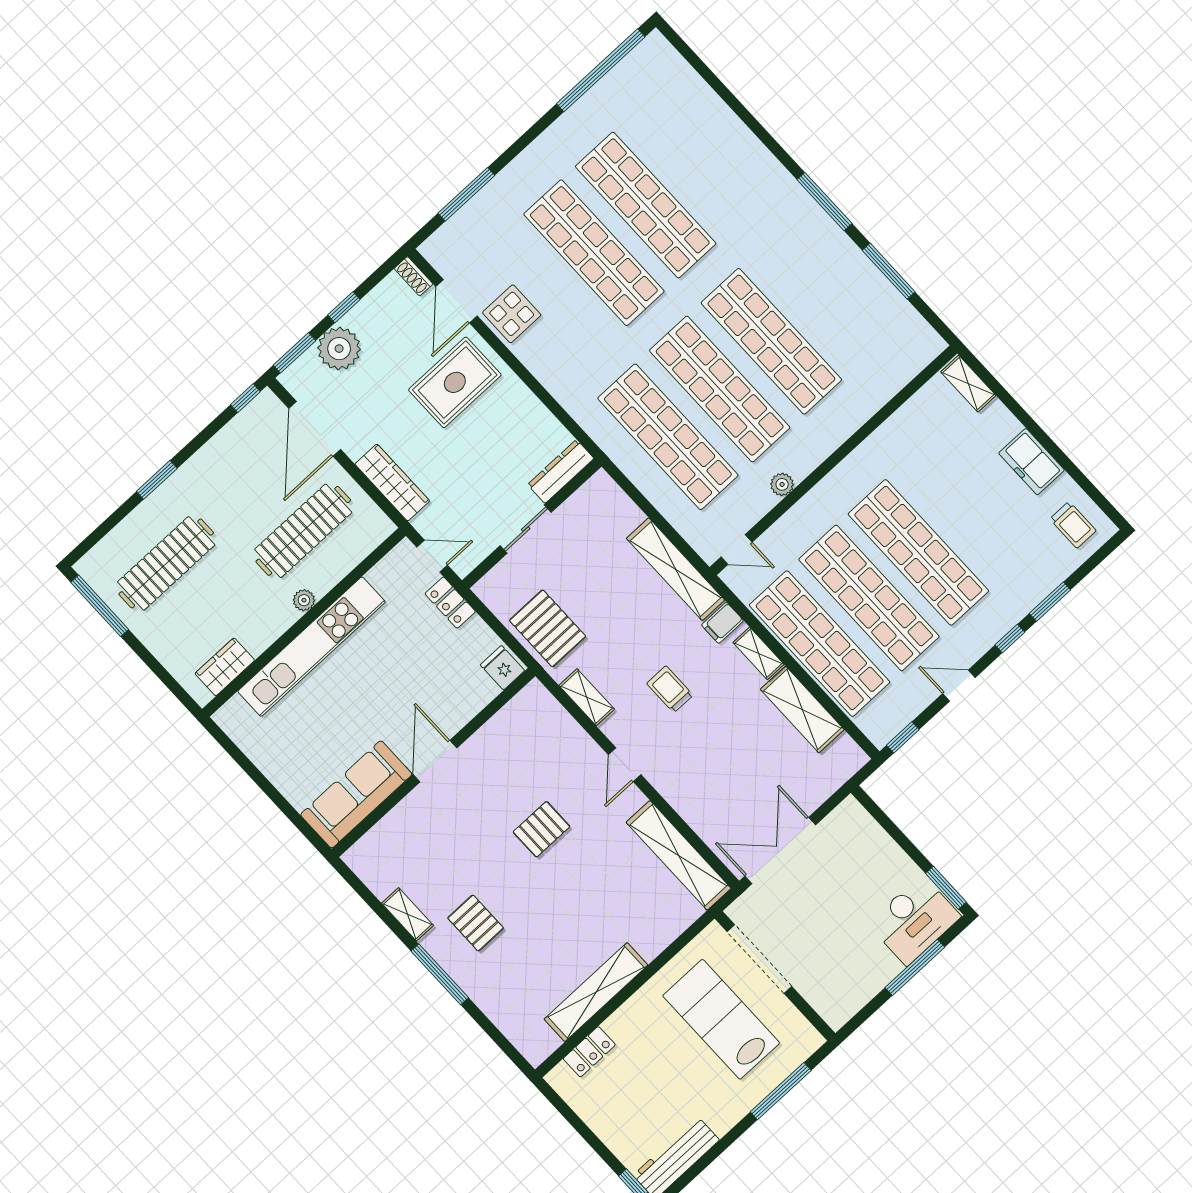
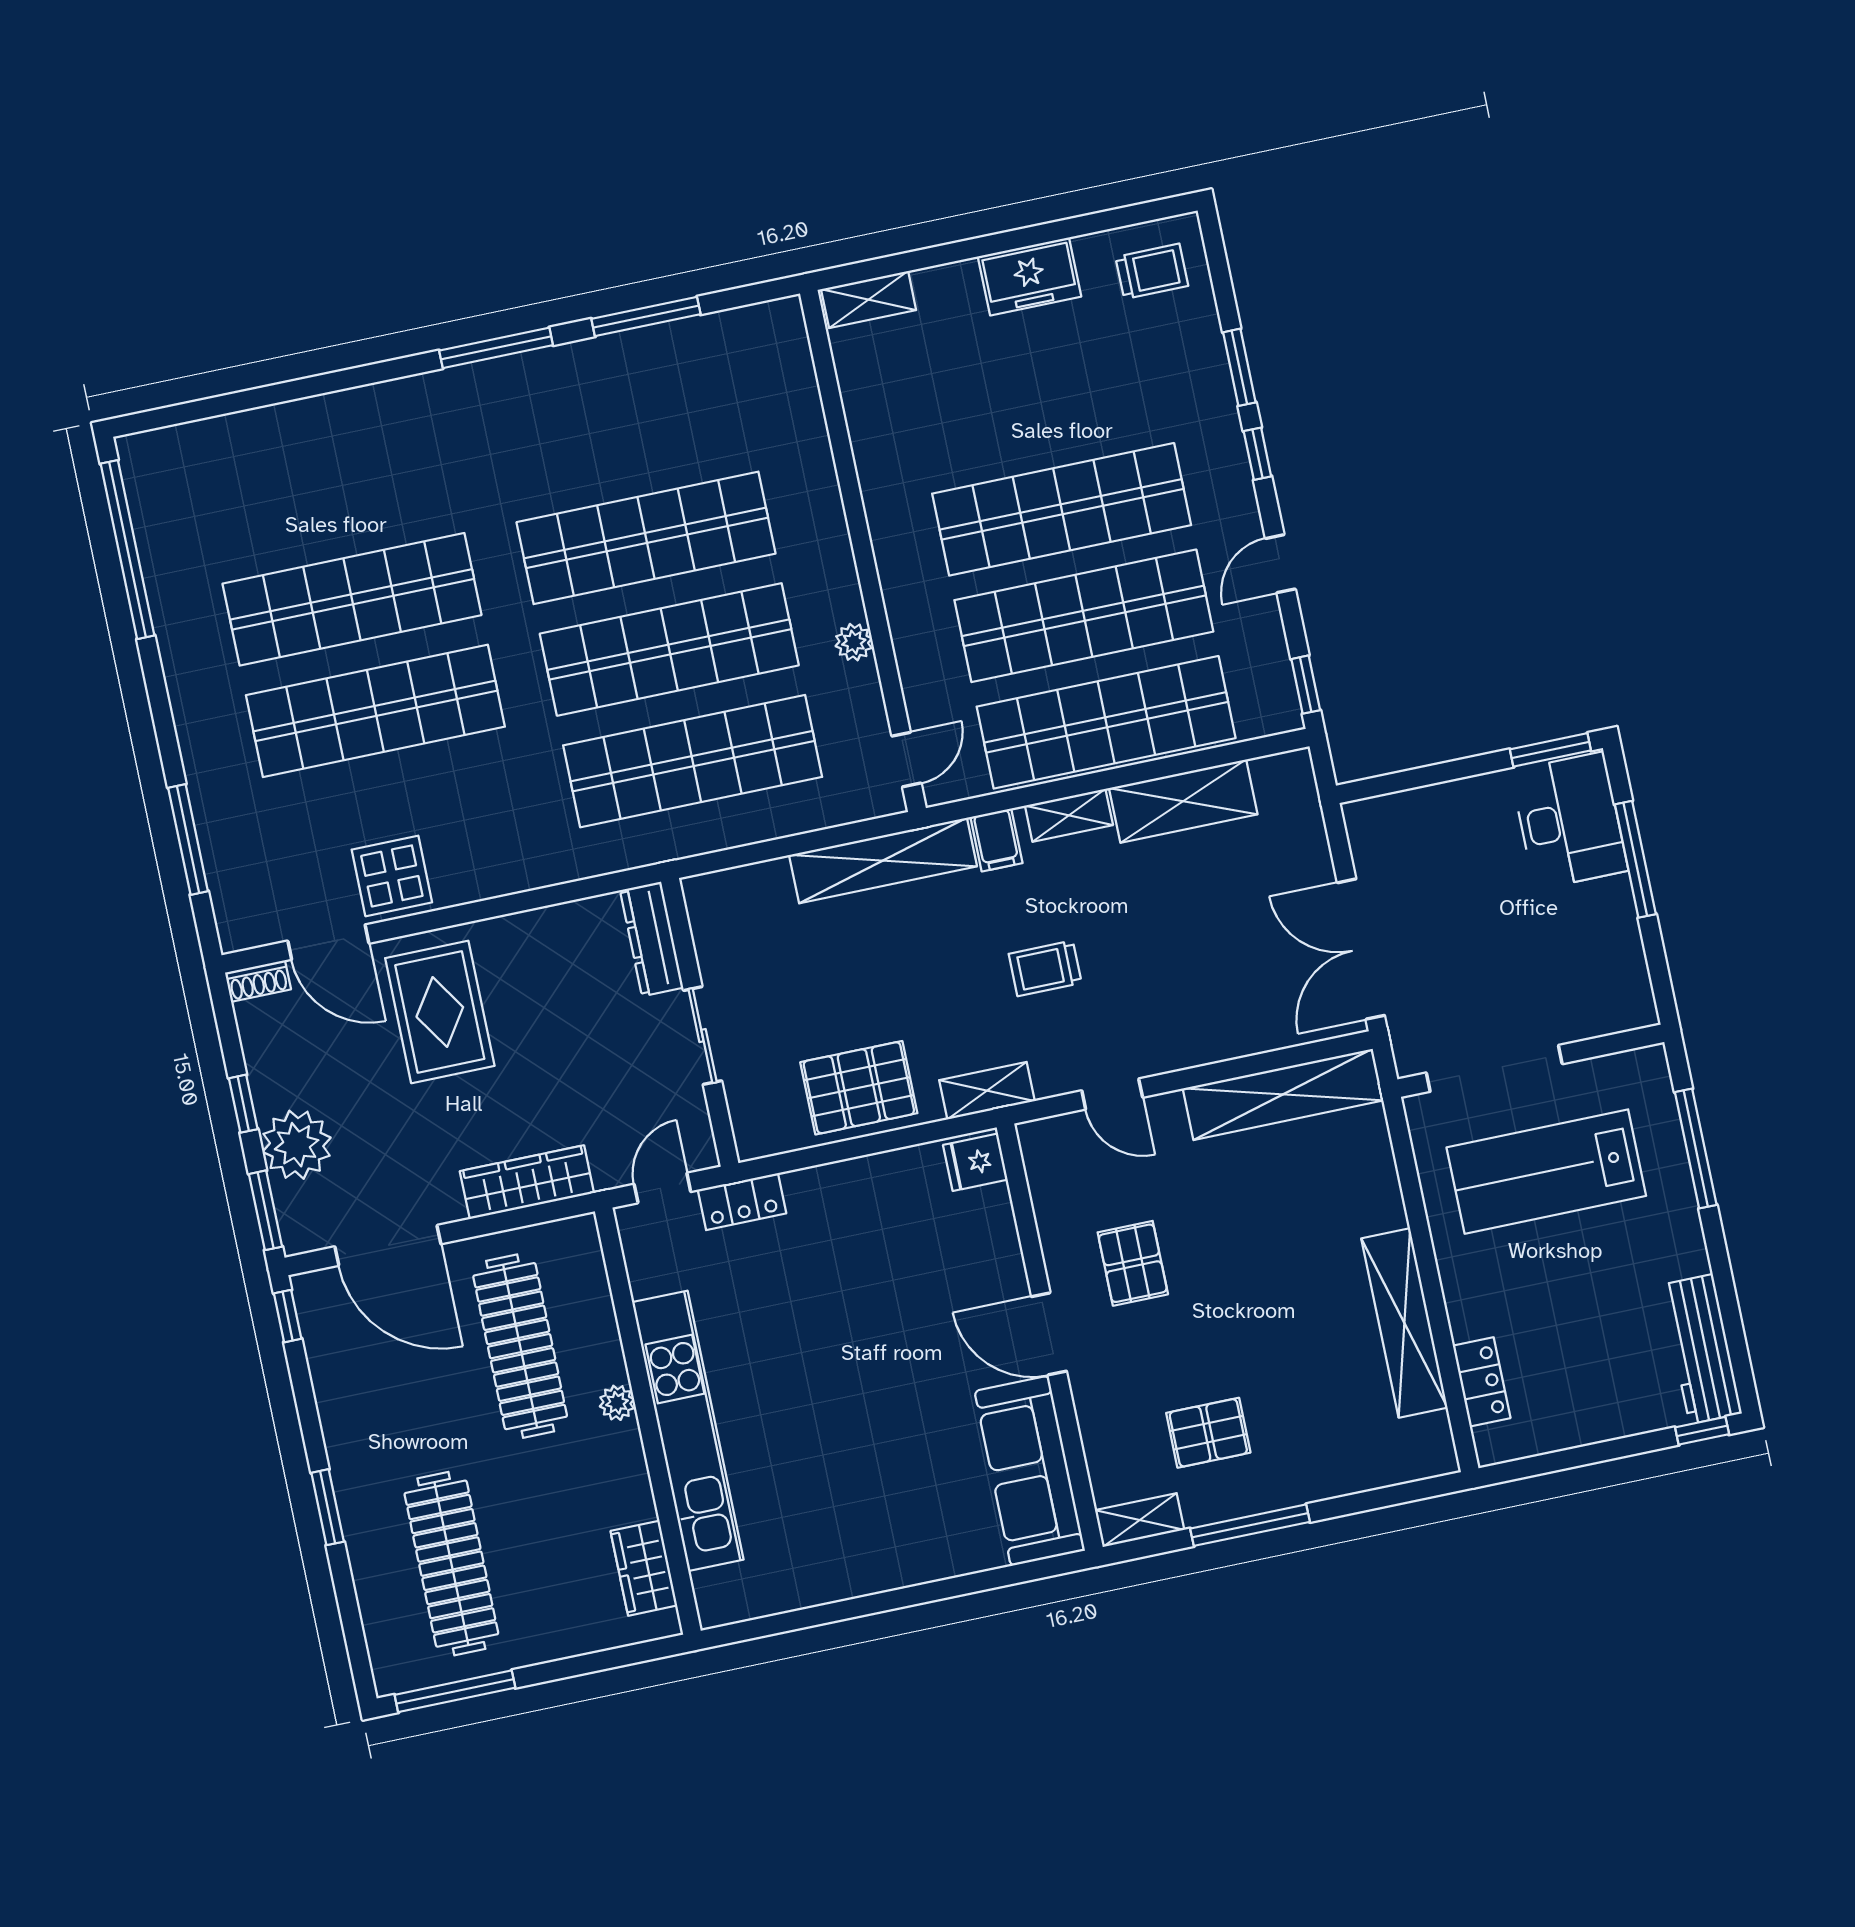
fridge: (503, 668) -> (975, 1162), moved
door: (435, 761) -> (1049, 1334), moved
wall: (433, 763) -> (1050, 1337), moved
sofa: (356, 794) -> (1030, 1471), moved

